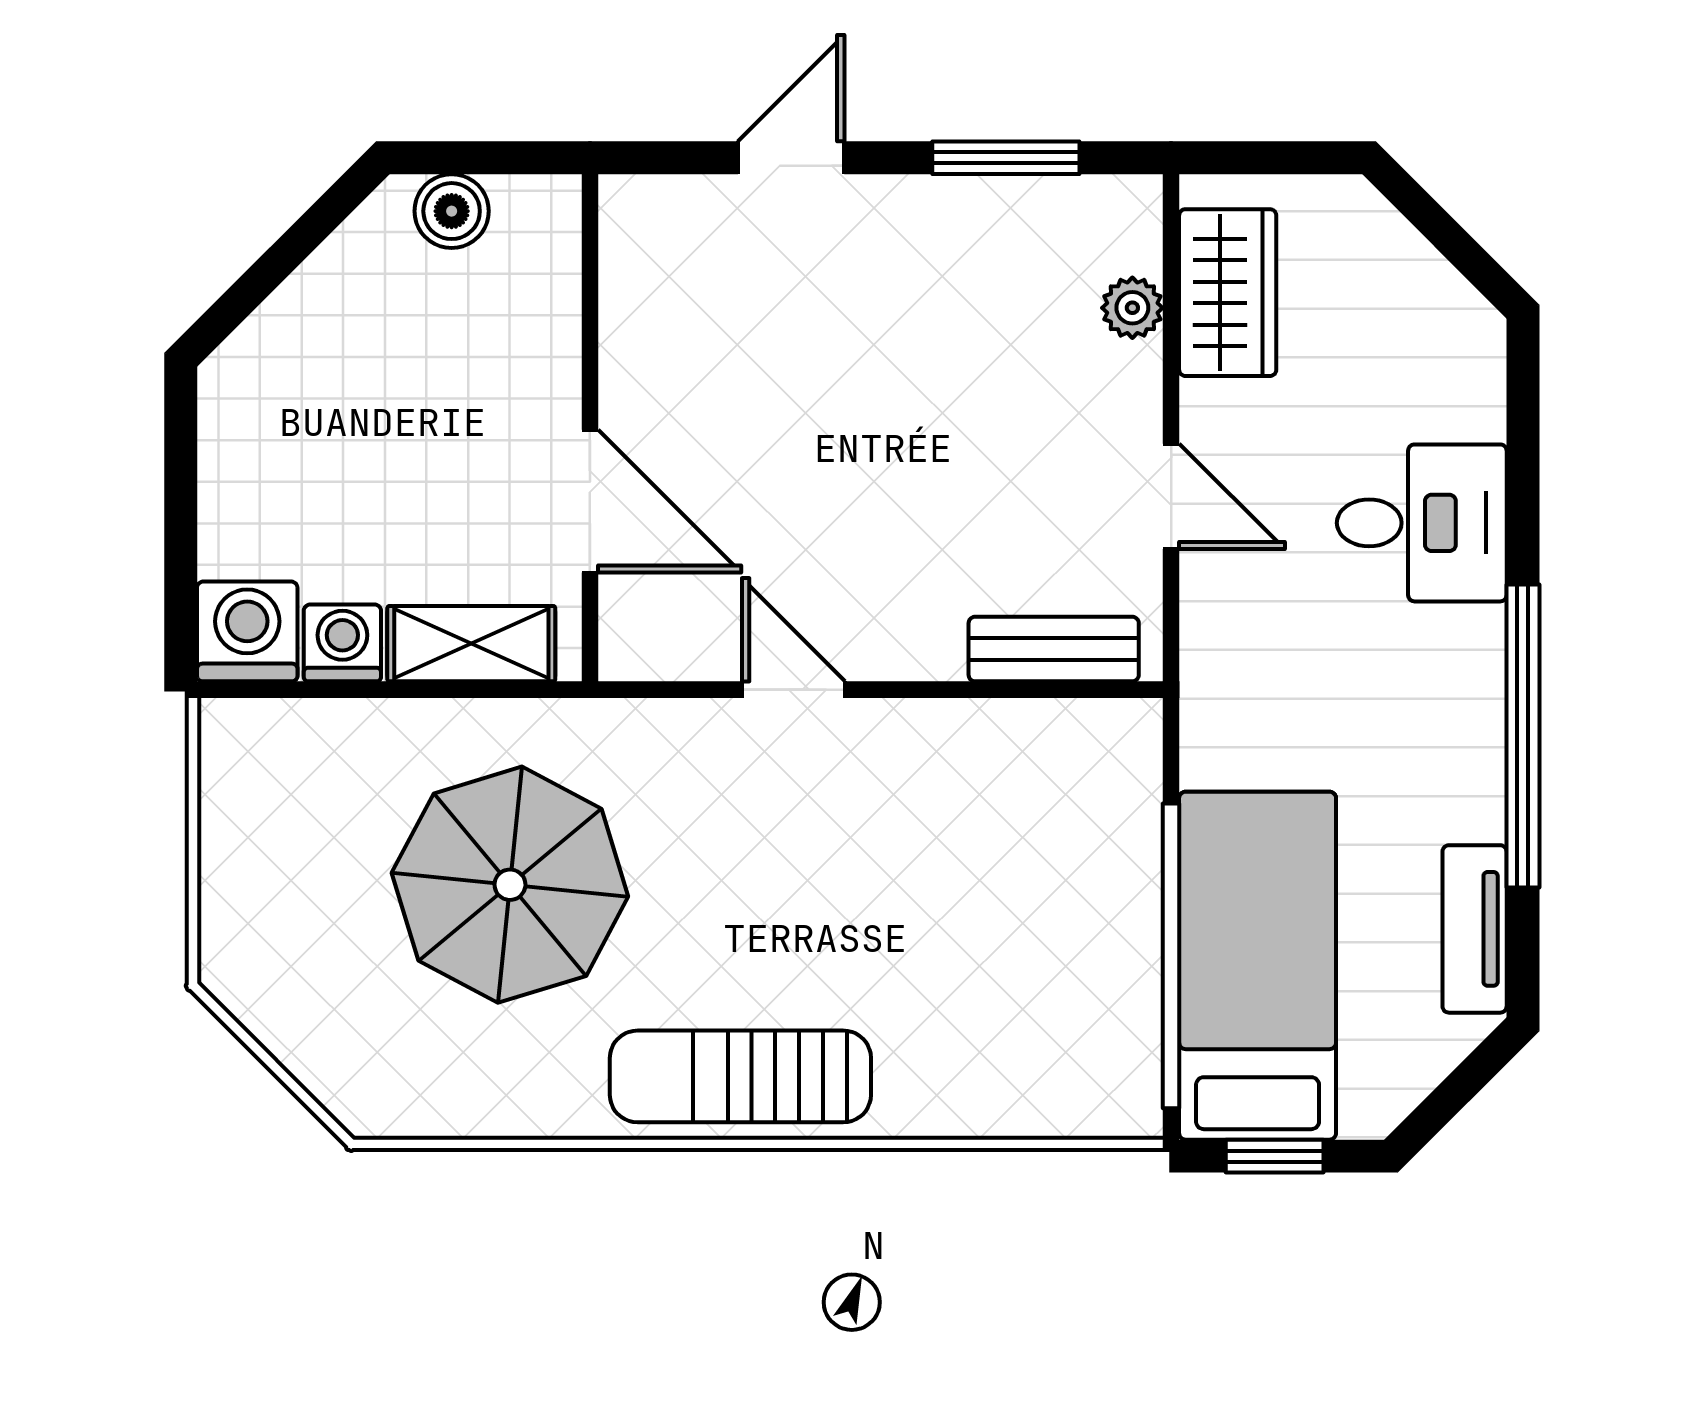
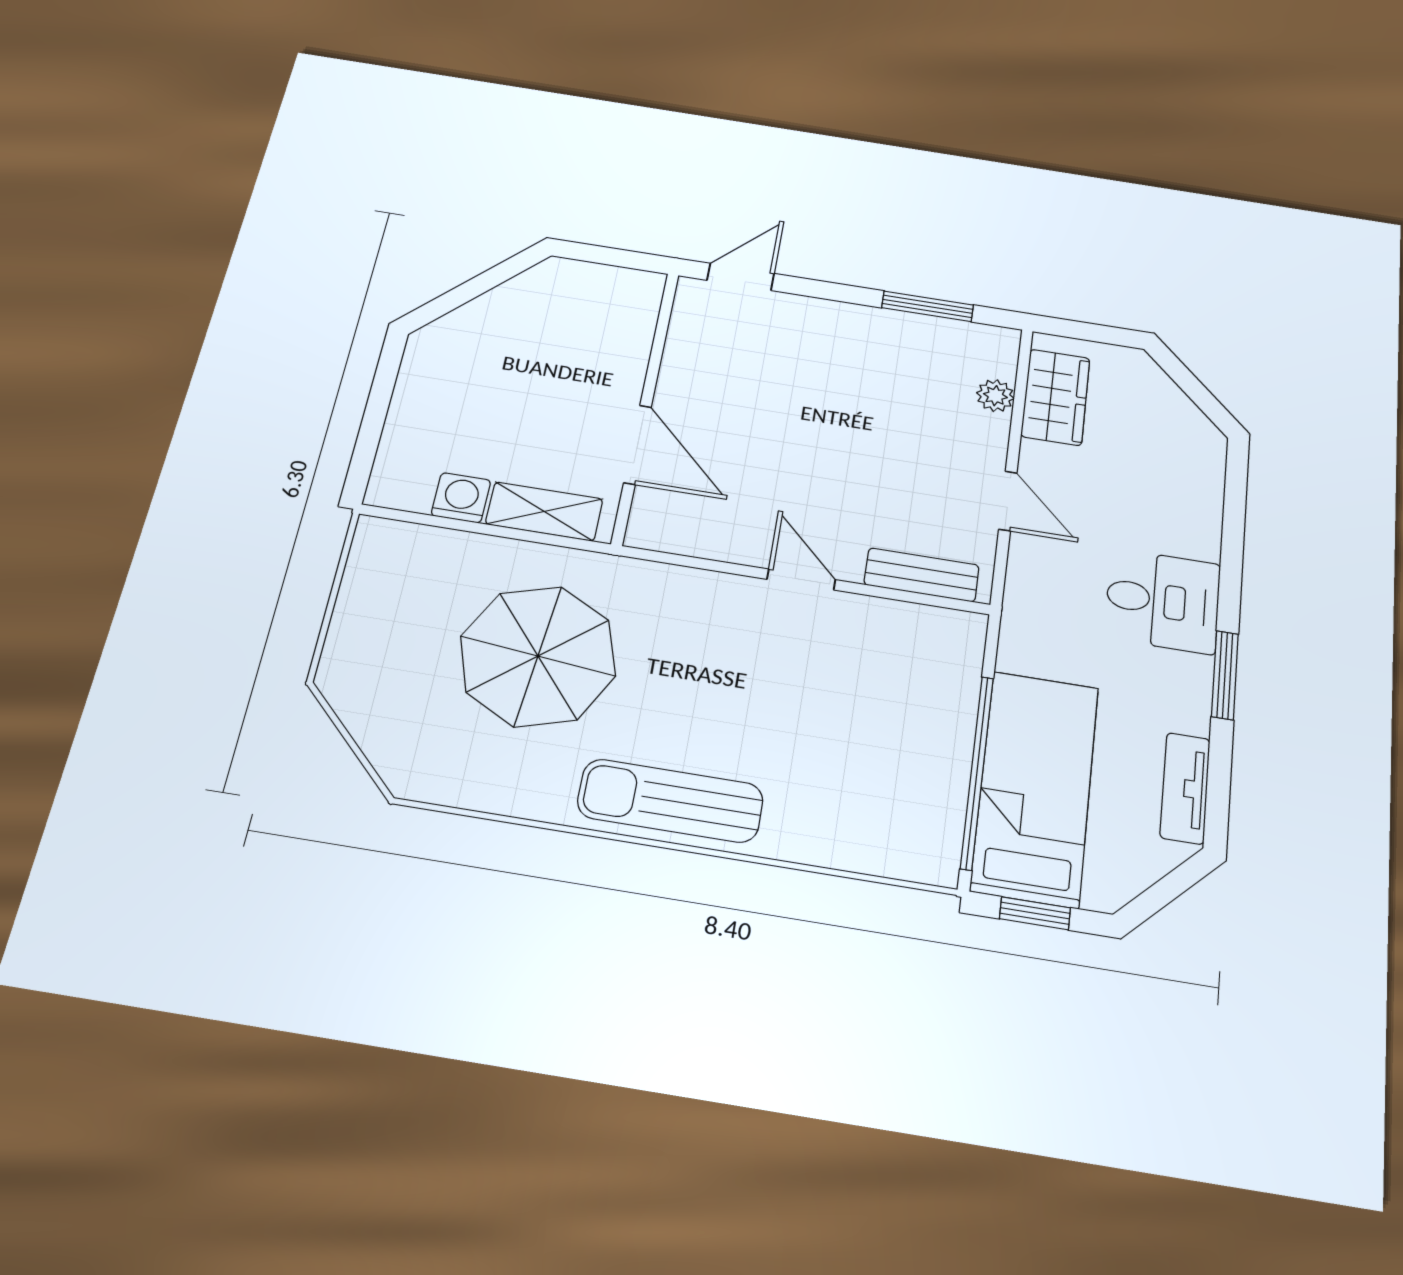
door: (791, 158) -> (741, 277), moved
boiler: (452, 211) -> (585, 280), removed
desk: (1422, 523) -> (1163, 601), moved
washing machine: (247, 631) -> (401, 481), removed
door: (794, 690) -> (801, 580), moved
window: (1523, 736) -> (1225, 675), width x0.47

